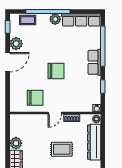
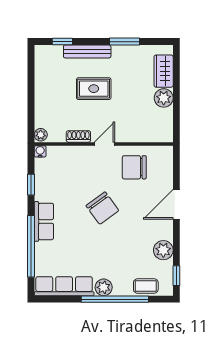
door: (8, 62) -> (176, 204), moved
chair: (56, 71) -> (102, 208), turned -126
dresser: (94, 142) -> (44, 100), removed

